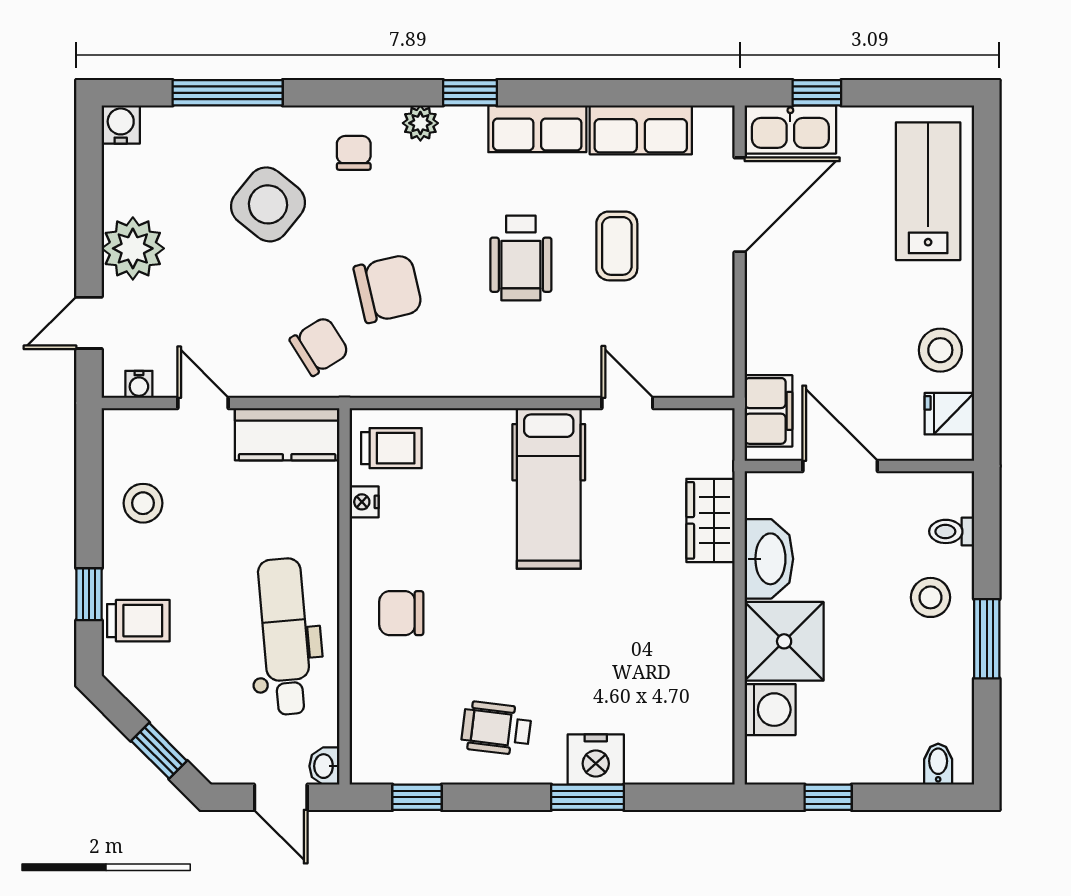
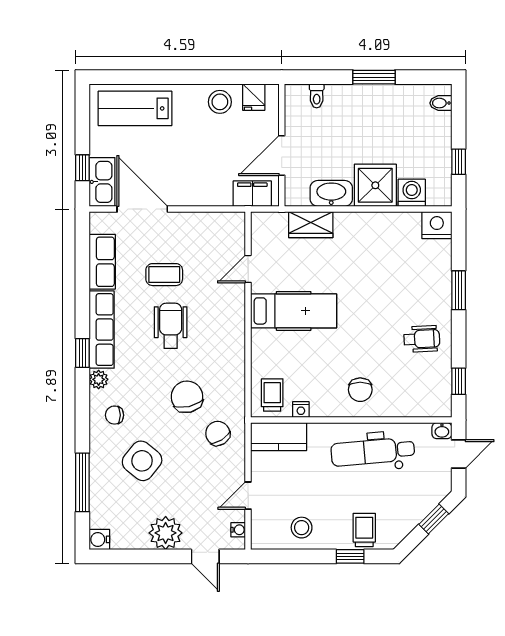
row of seats: (537, 129) -> (102, 330), width x1.48
wheelchair: (521, 258) -> (171, 326), turned -90
kitchen counter: (287, 434) -> (279, 437), moved, turned 90
stool: (931, 597) -> (352, 107), removed
wheelchair: (496, 728) -> (422, 339), turned -100
nightstand: (596, 759) -> (437, 225), moved, turned -90

